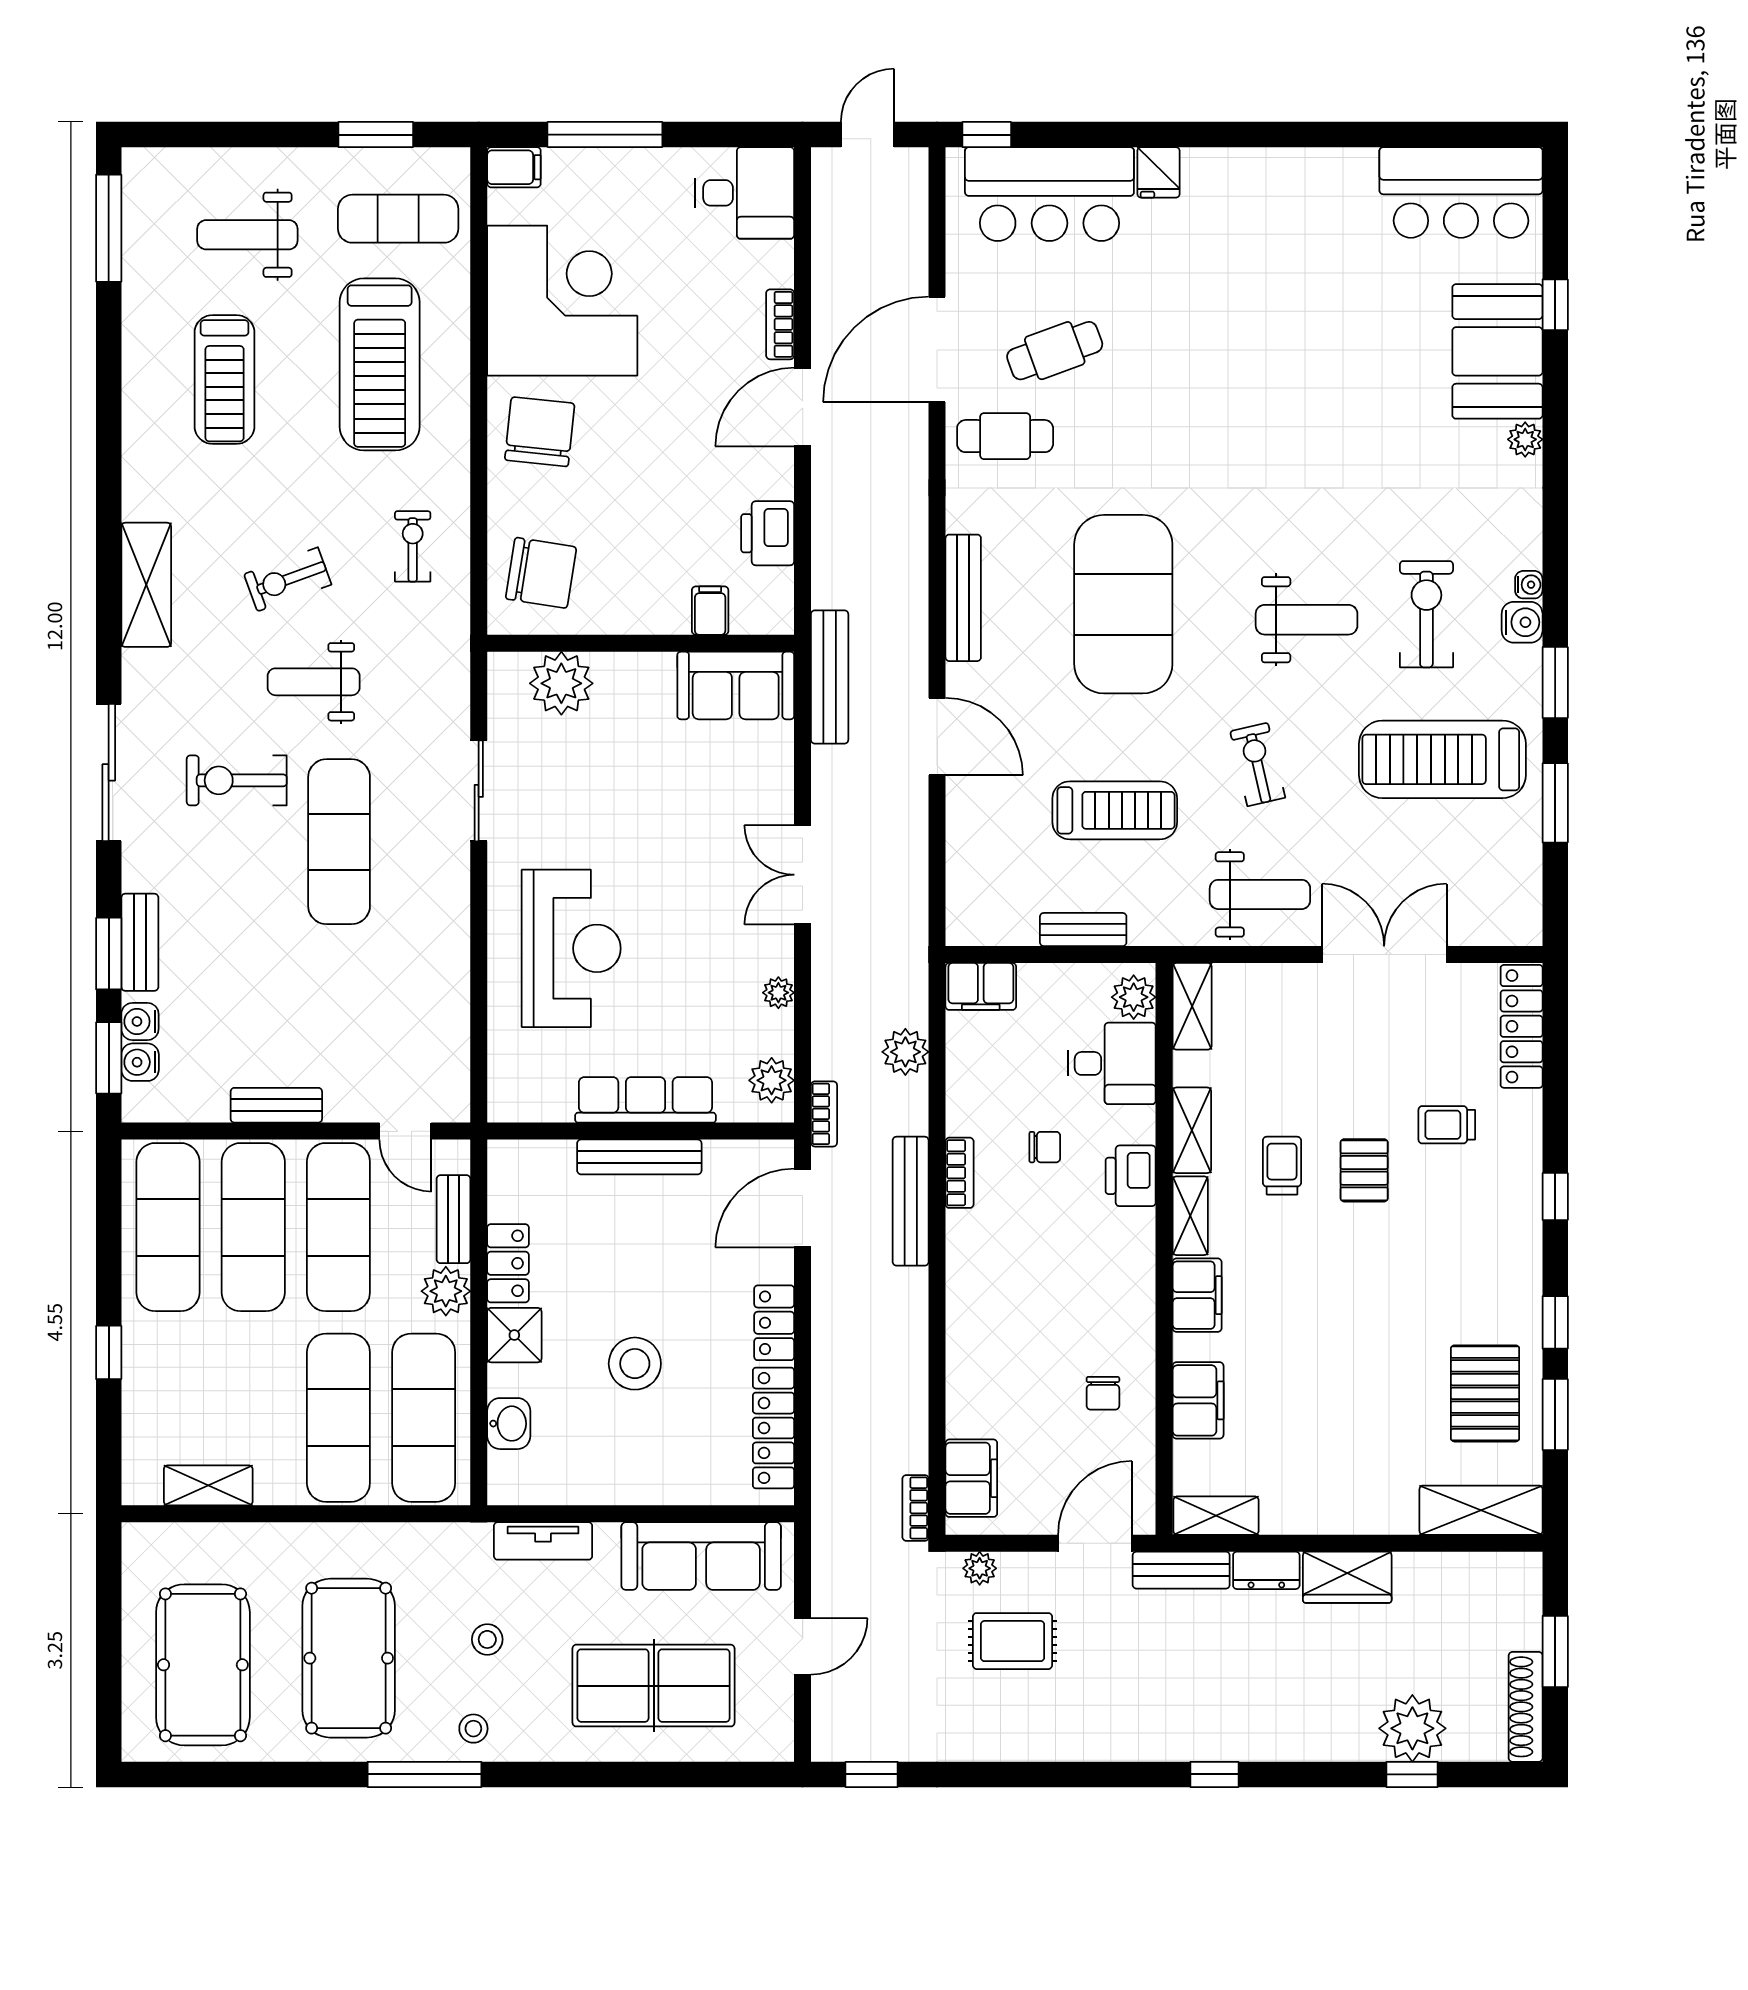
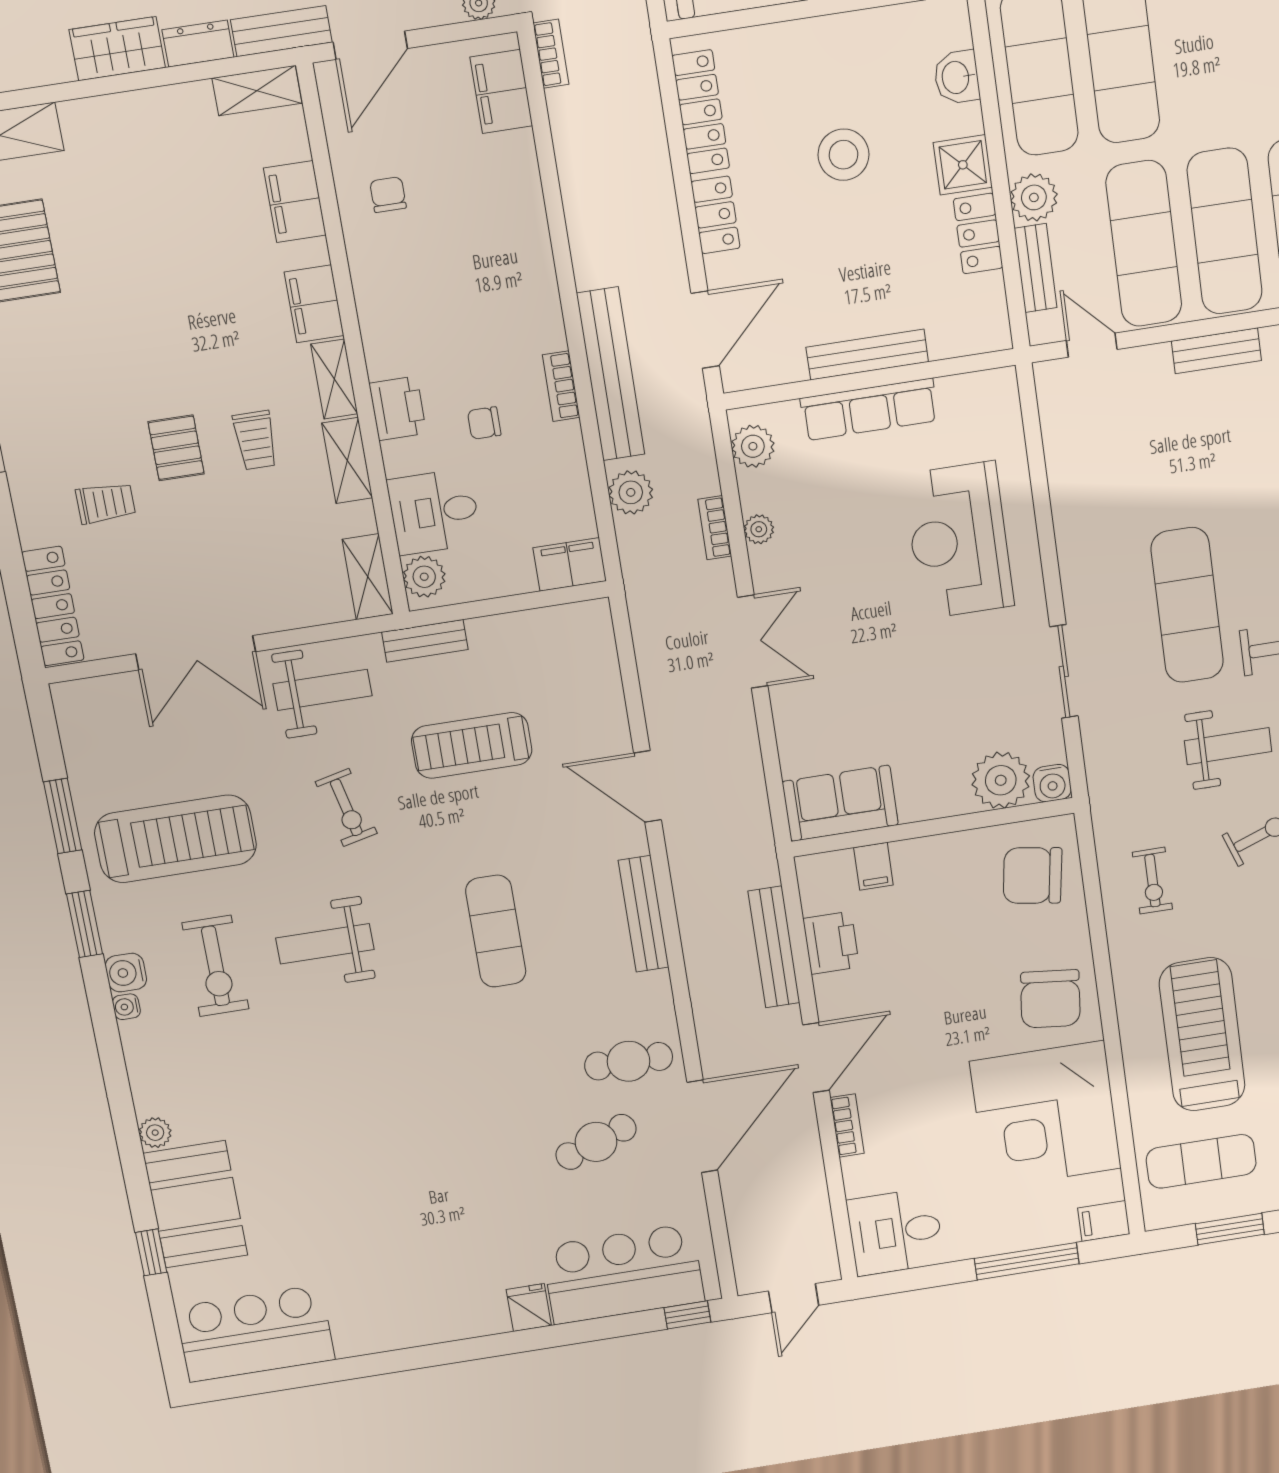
exercise mat: (1123, 604) -> (496, 931), width x0.50, depth x0.69
water cooler: (507, 671) -> (1052, 783), added
bench: (830, 677) -> (774, 947), moved
weight bench: (1260, 894) -> (323, 690), turned 180
bench: (1083, 930) -> (425, 641), moved
bookcase: (824, 1114) -> (715, 528), moved
bench: (911, 1201) -> (611, 374), width x1.37, depth x1.21

